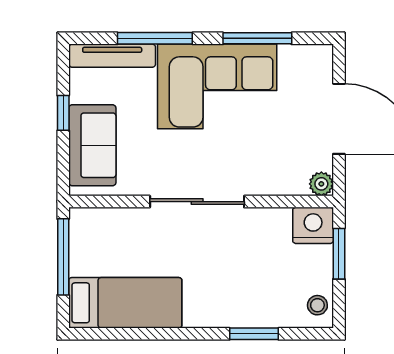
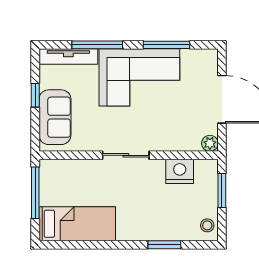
sliding door: (197, 202) -> (126, 155), width x0.73
nightstand: (313, 225) -> (180, 171), moved

